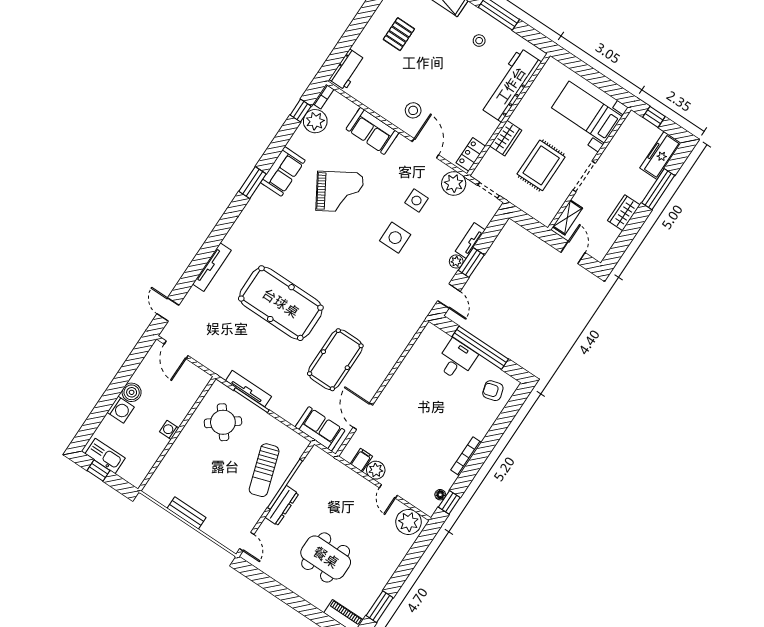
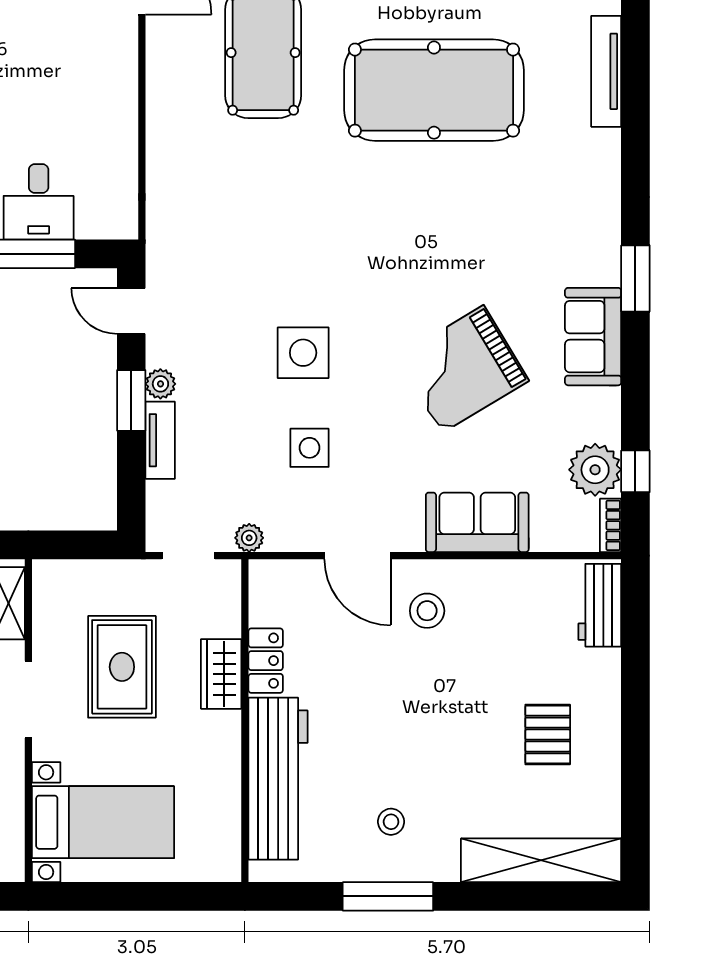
locker: (471, 154) -> (266, 661), moved
plant: (454, 183) -> (249, 538), width x0.53, depth x0.53

